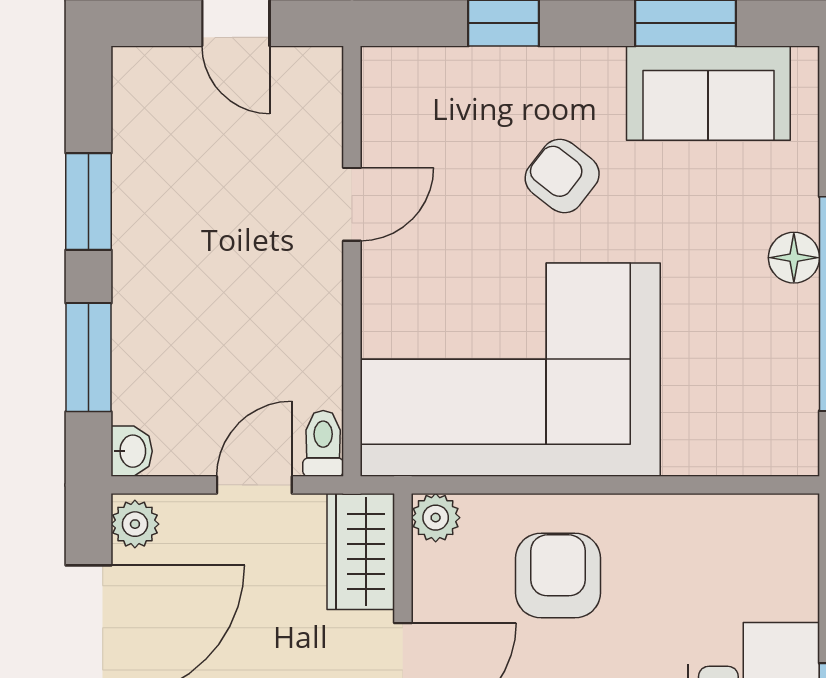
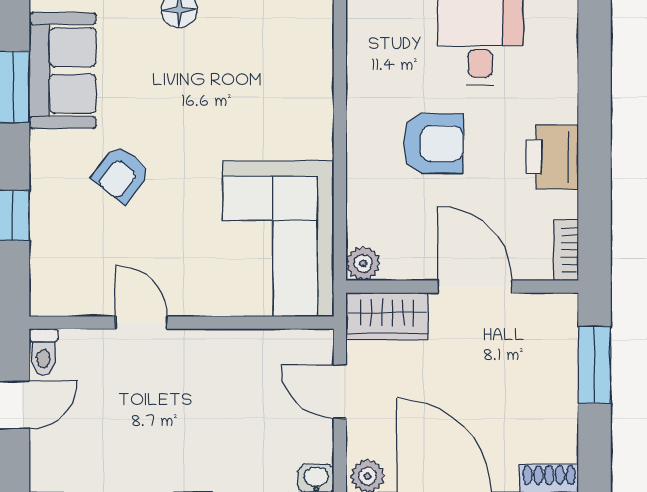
corner sofa: (510, 370) -> (278, 239), width x0.73, depth x0.74
toilet: (323, 443) -> (44, 352), moved, turned -90
armchair: (558, 576) -> (434, 143), moved, turned 180

